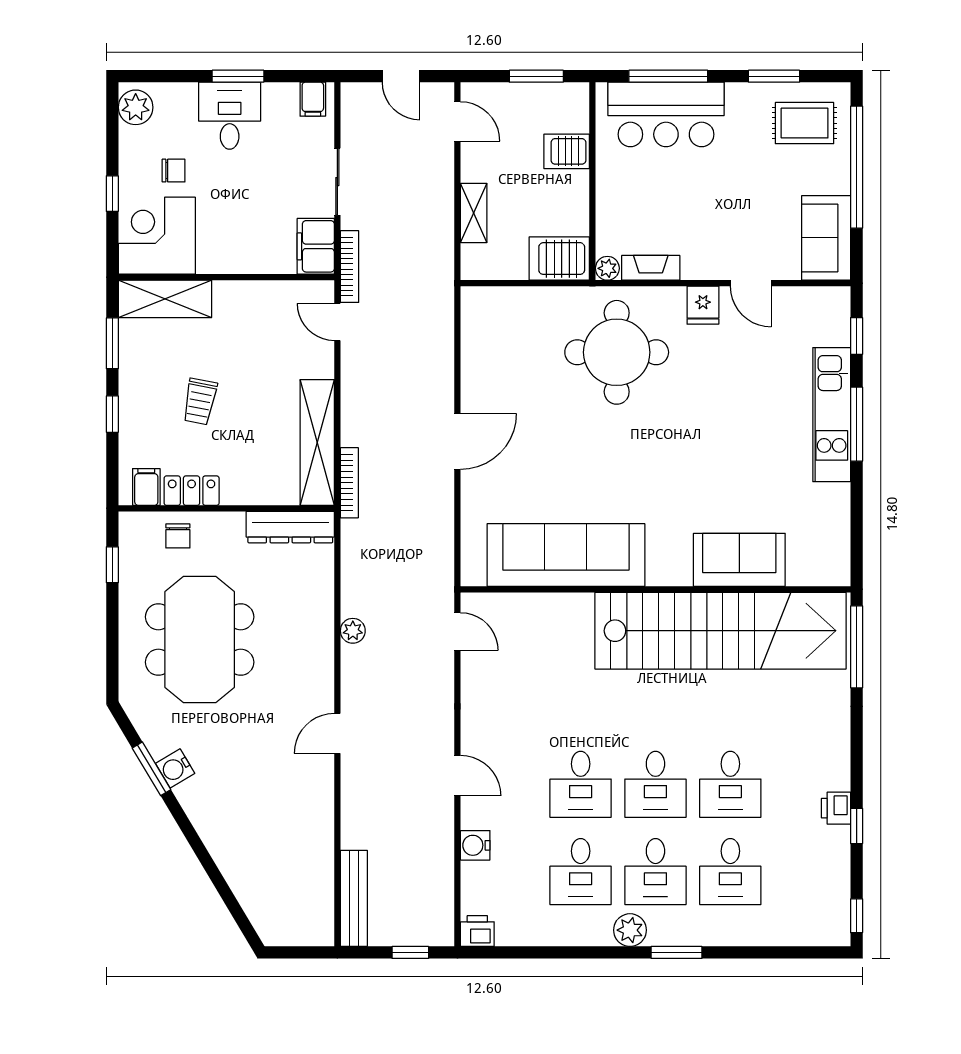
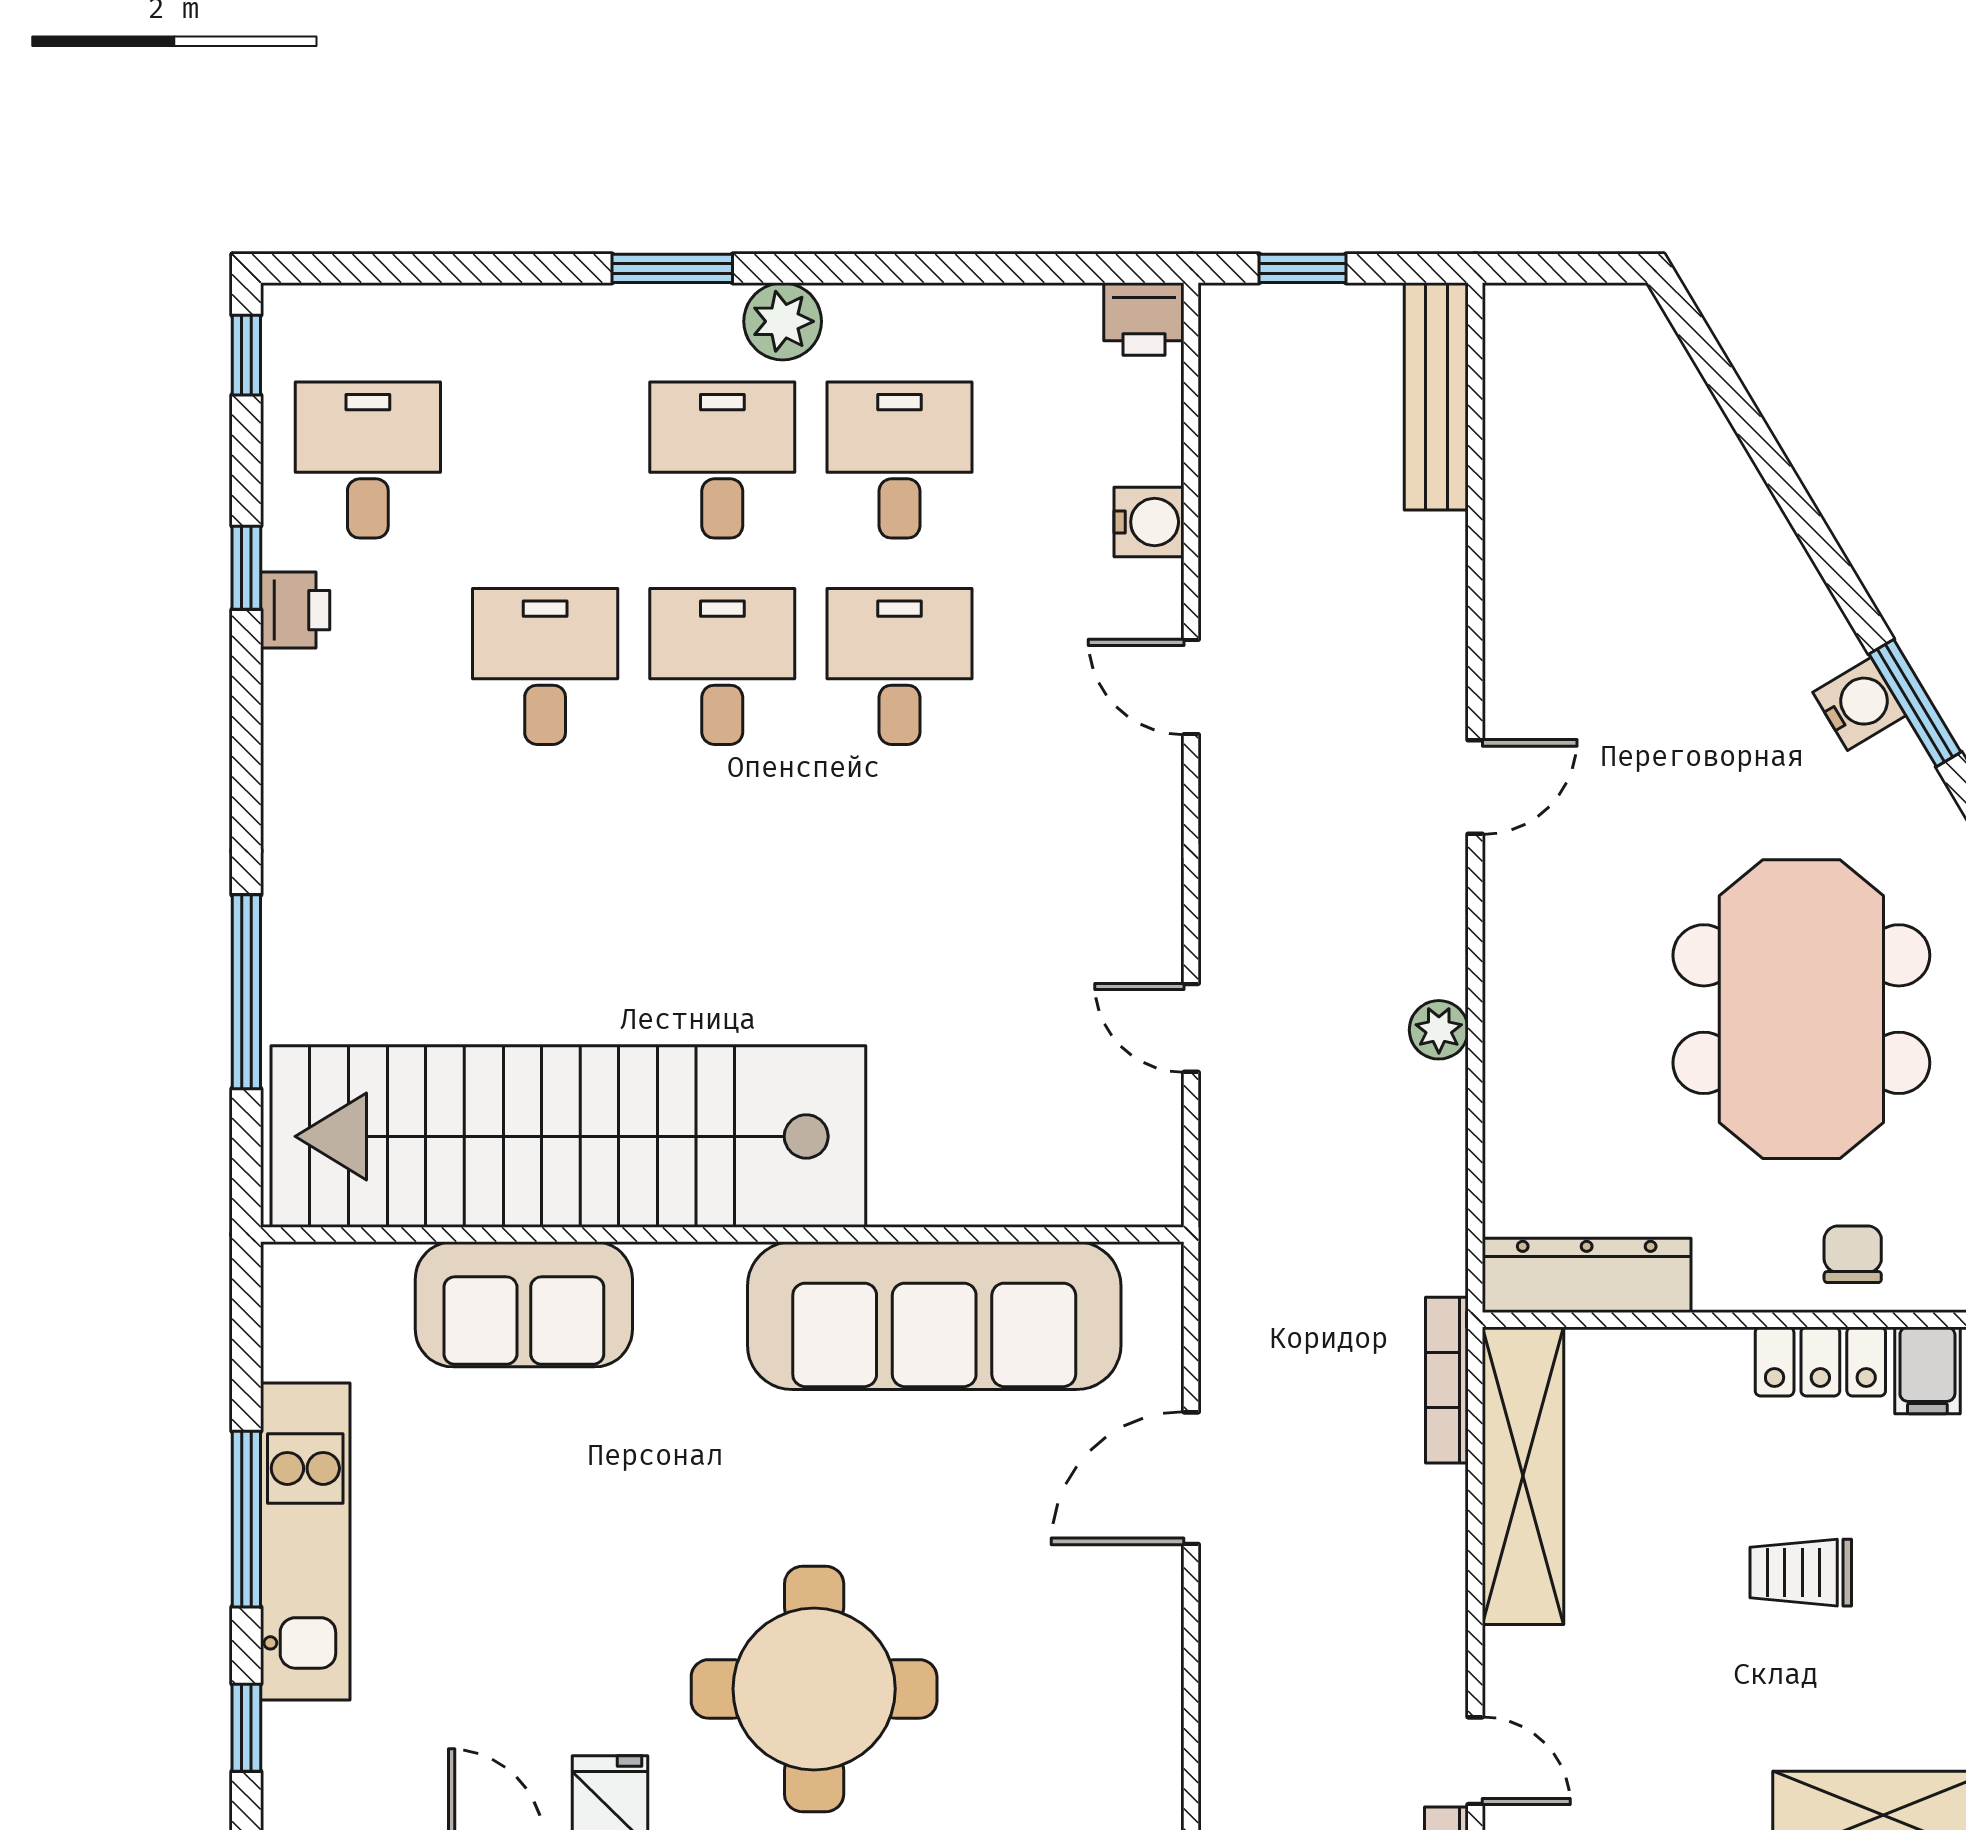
trolley: (200, 401) -> (1801, 1573), turned -101
sofa: (566, 555) -> (934, 1316), moved
sofa: (739, 560) -> (524, 1304), moved
wall: (655, 589) -> (722, 1234), moved
stairs: (720, 631) -> (568, 1136), moved
desk: (730, 872) -> (368, 460), moved

